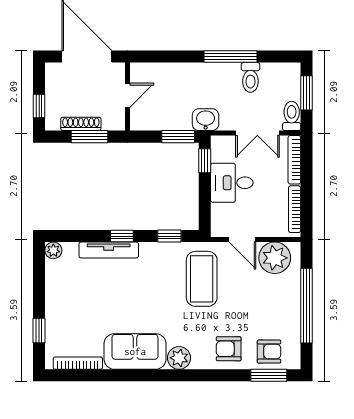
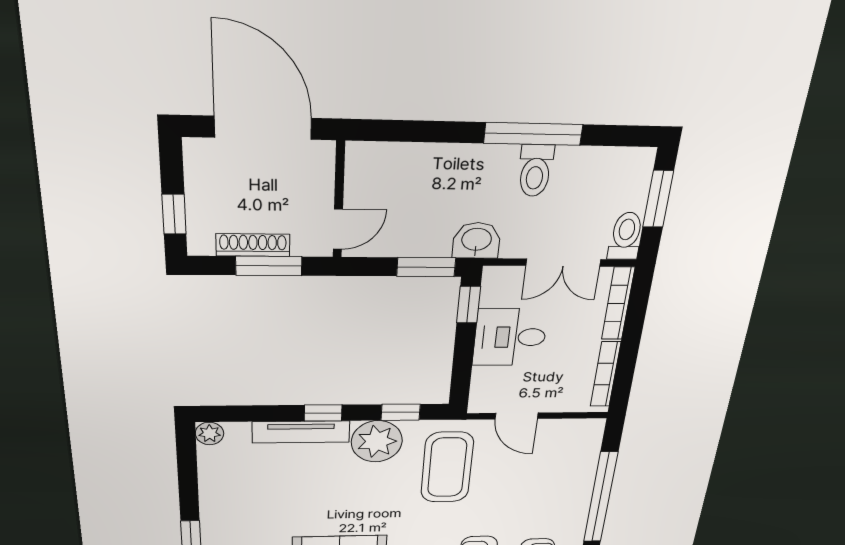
toilet: (250, 77) -> (535, 171), moved
door: (127, 95) -> (338, 229), moved
plant: (275, 258) -> (377, 441), moved

